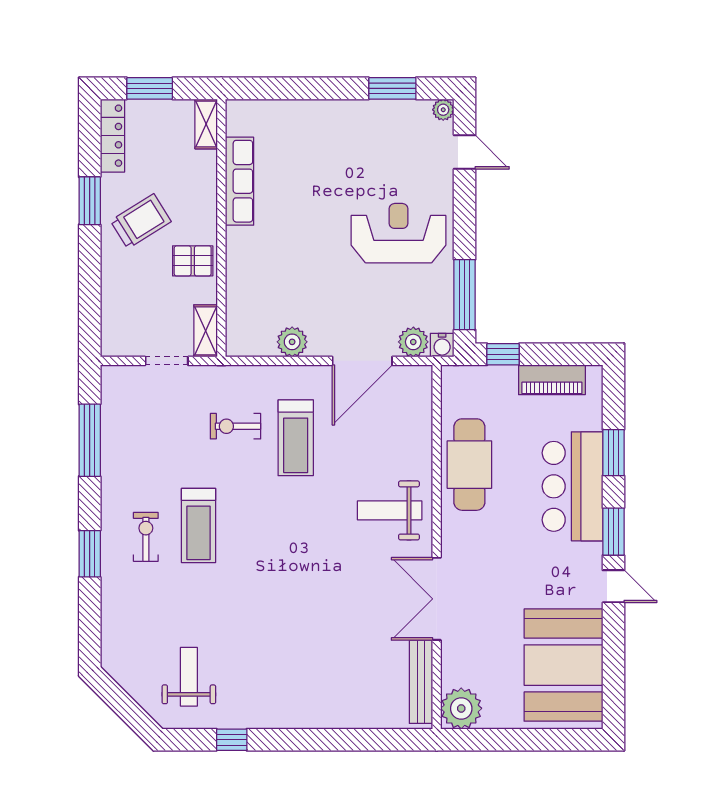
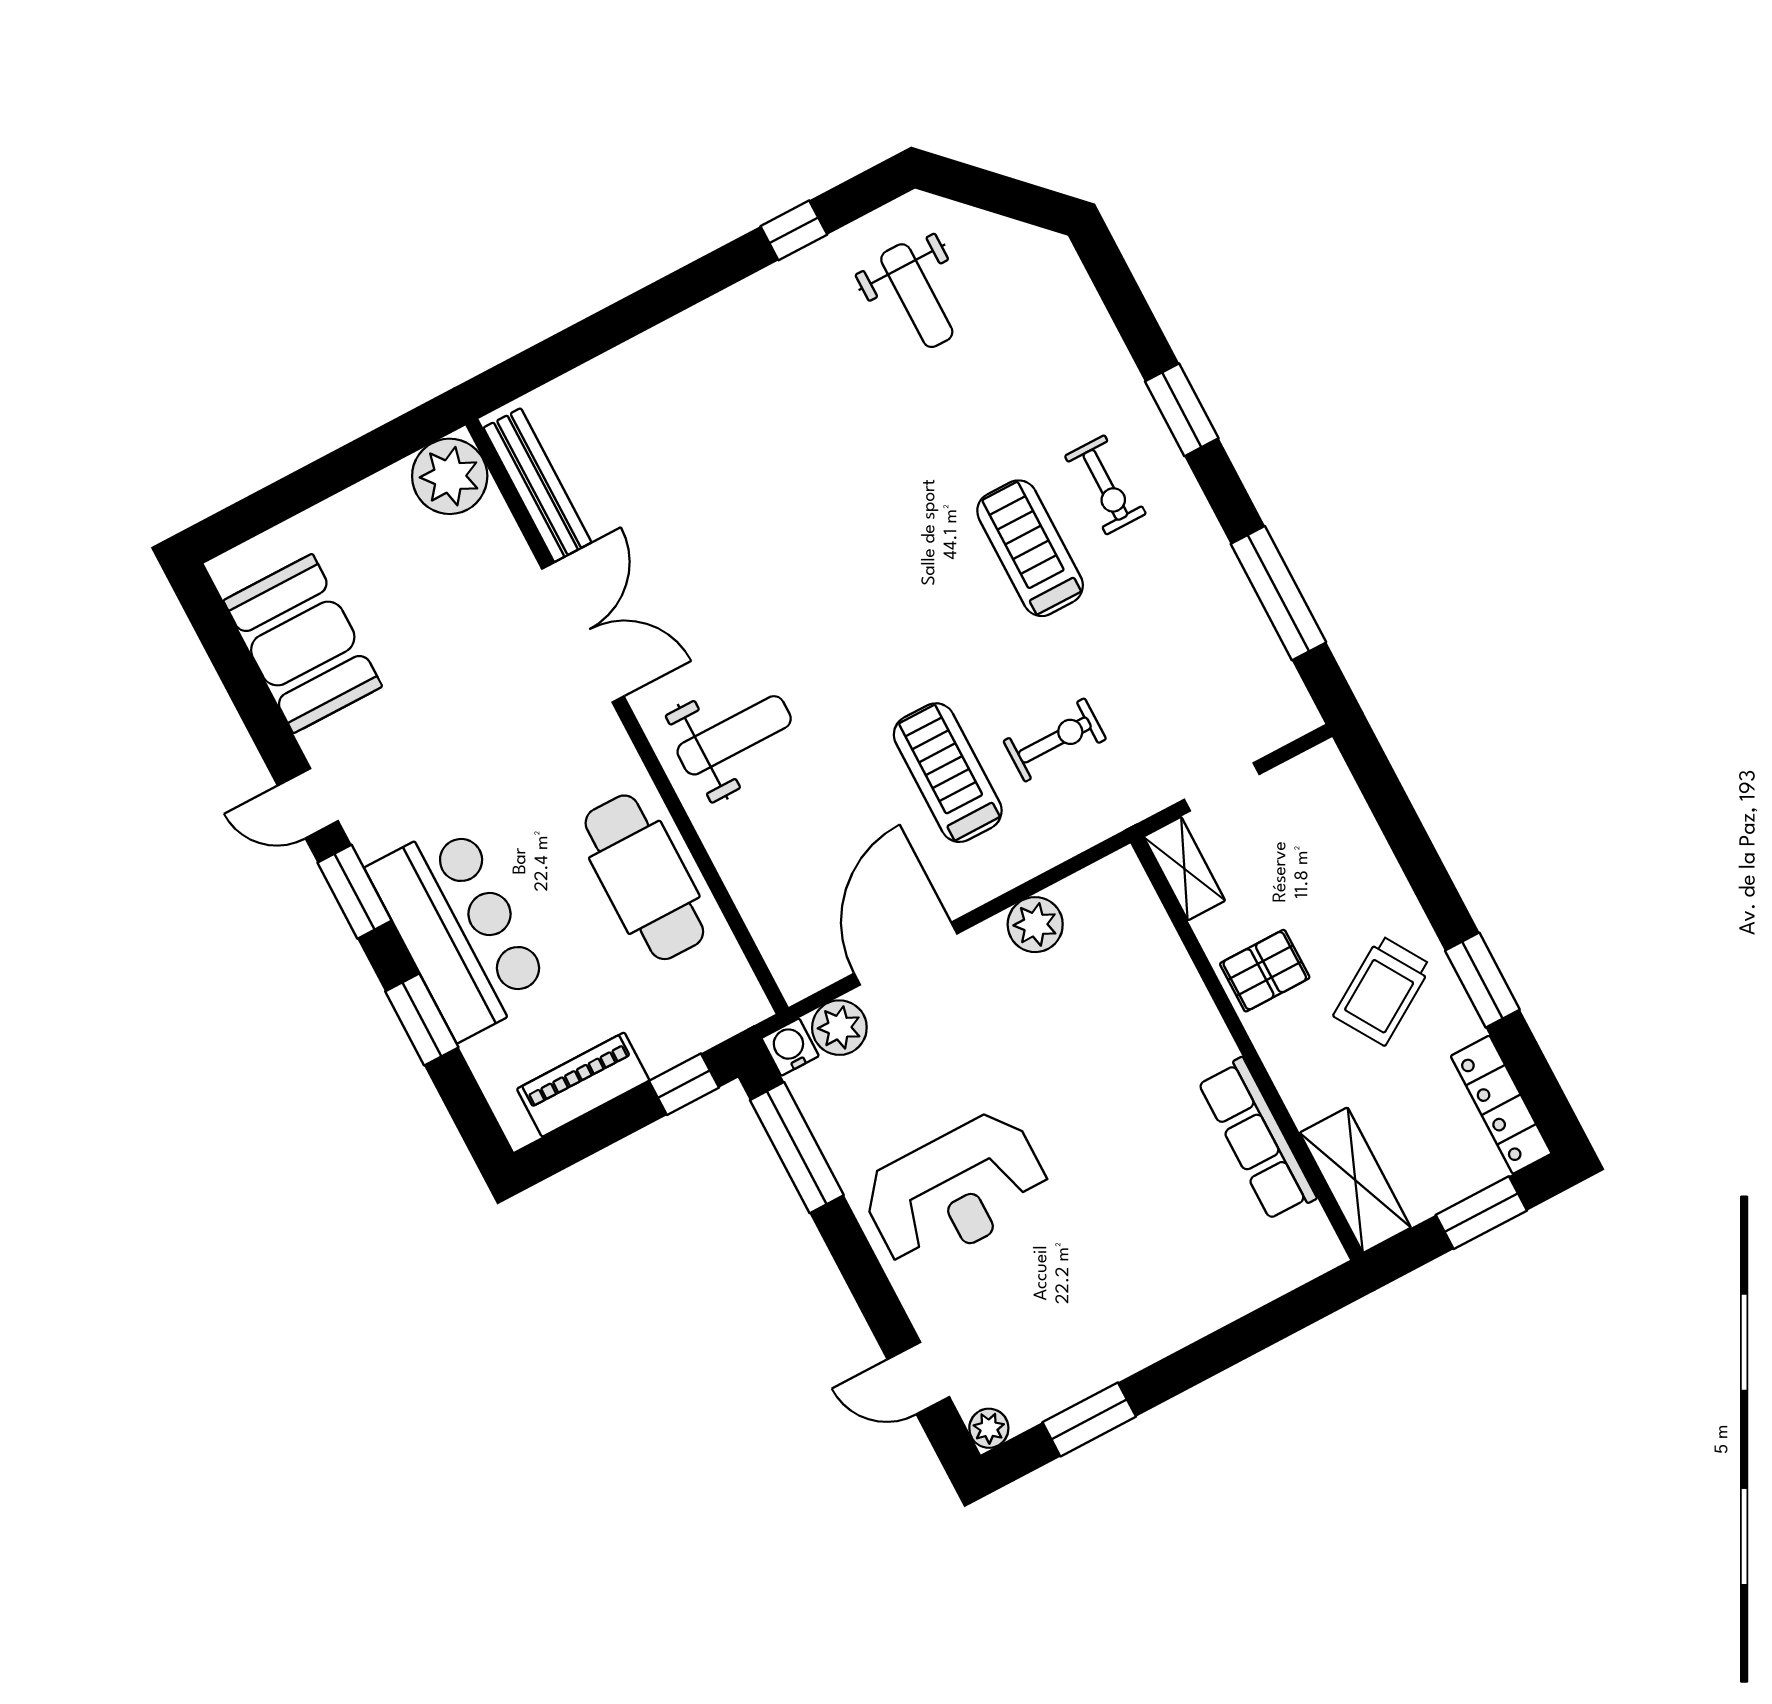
shelving: (206, 124) -> (1355, 1180), width x1.50, depth x1.33
booth: (563, 665) -> (303, 644), width x0.73, depth x0.70

